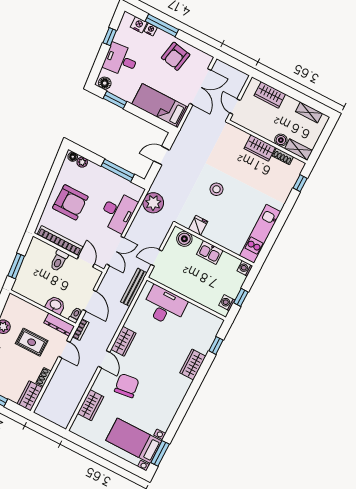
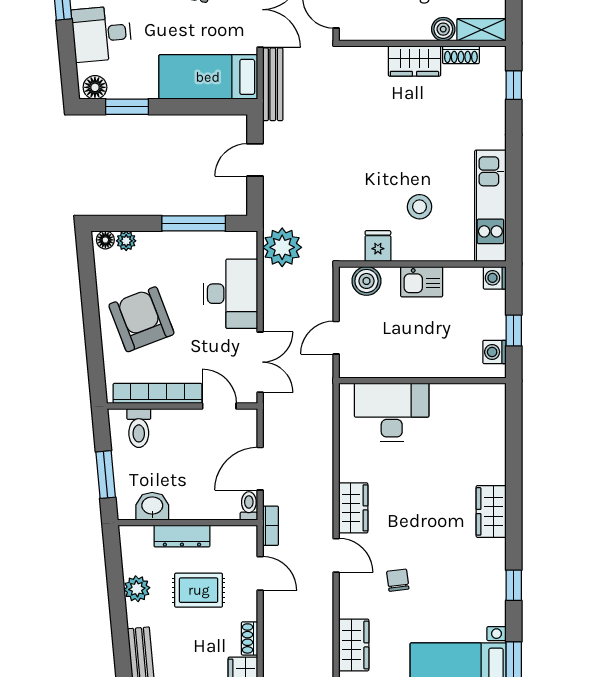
stool: (216, 189) -> (420, 207), moved
armchair: (70, 202) -> (141, 319), turned -111
toilet: (59, 261) -> (139, 428), moved
bench: (134, 287) -> (273, 84), moved
door: (90, 301) -> (260, 469), swing flipped
washbasin: (55, 305) -> (152, 506), moved
dresser: (59, 325) -> (182, 536), moved
window: (216, 345) -> (514, 585), moved
wardrobe: (193, 365) -> (491, 511), moved
chair: (127, 386) -> (398, 580), width x0.54, depth x0.54

